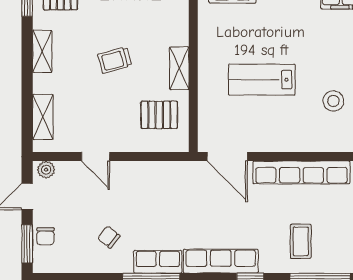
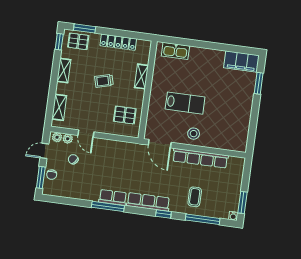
shelving: (179, 68) -> (141, 76), moved
lab bench: (262, 80) -> (185, 103), turned 180
stool: (333, 101) -> (194, 134), moved
plant: (65, 170) -> (68, 139), added
chair: (109, 237) -> (73, 159), moved

